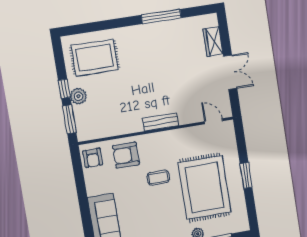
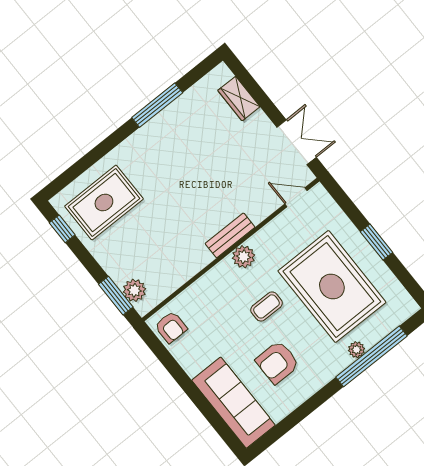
double door: (230, 72) -> (297, 142), moved
window: (64, 89) -> (62, 229), moved
plant: (78, 96) -> (134, 290), moved
plant: (161, 140) -> (244, 257), added
armchair: (126, 155) -> (277, 362), moved

